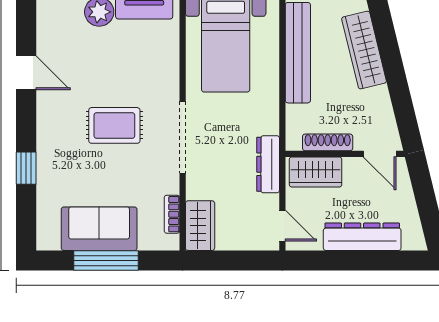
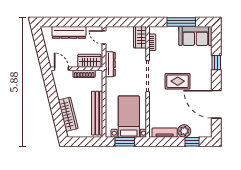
door: (26, 73) -> (216, 104), width x1.87
sofa: (99, 229) -> (195, 36), moved

